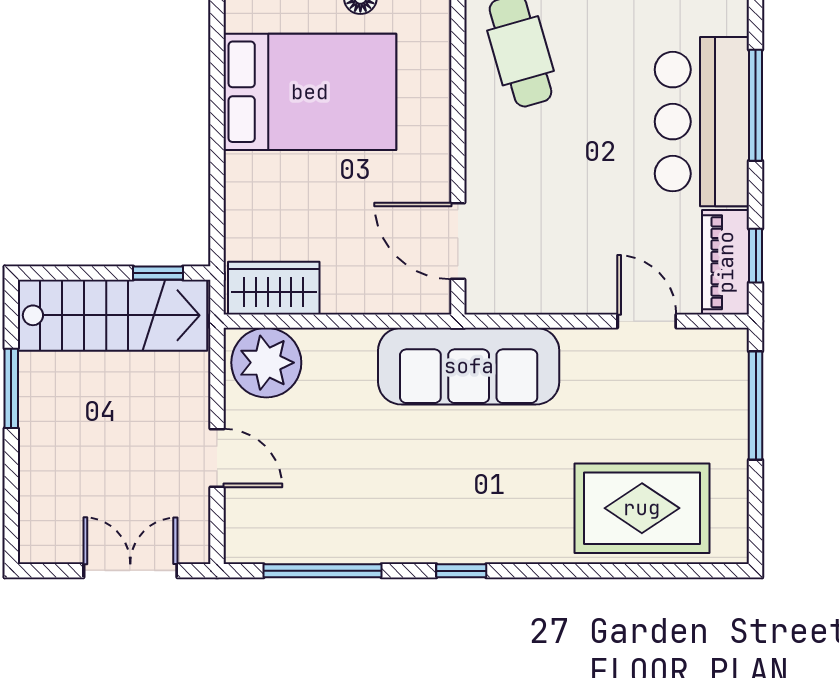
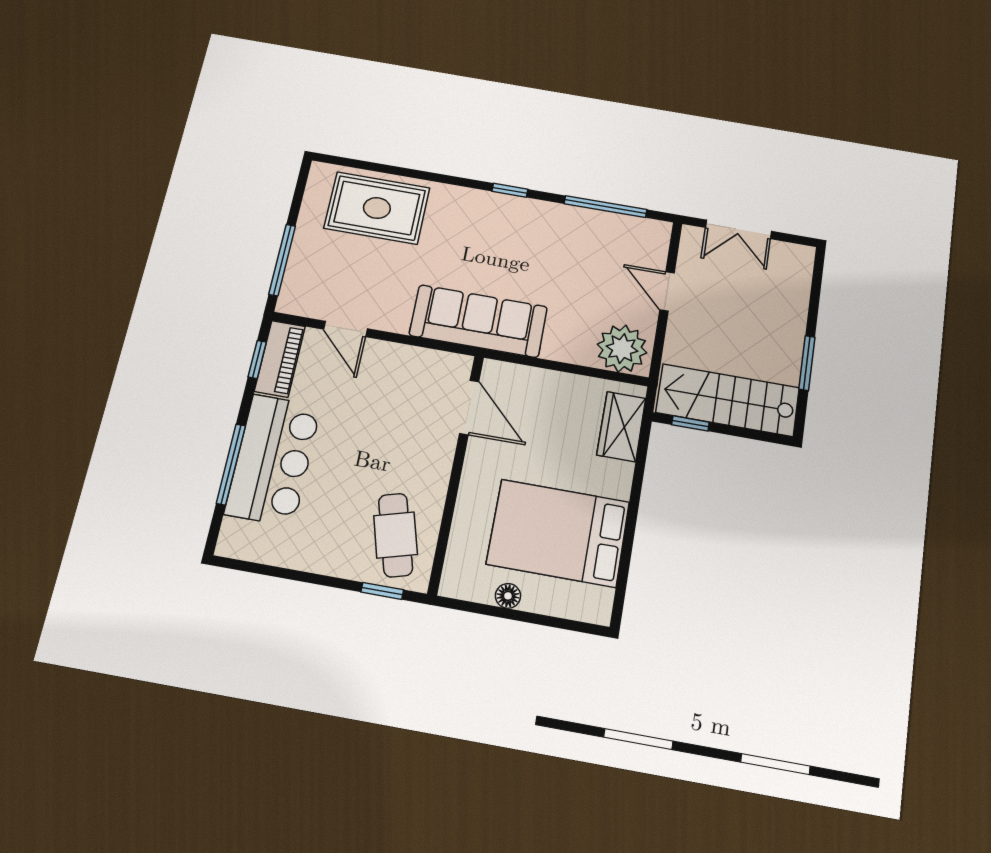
wardrobe: (274, 288) -> (621, 427), moved, turned 90

